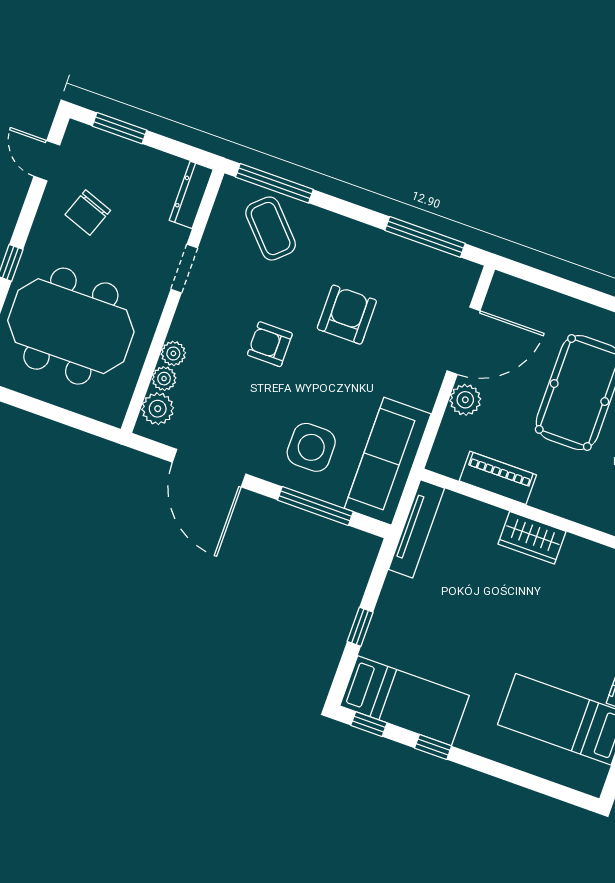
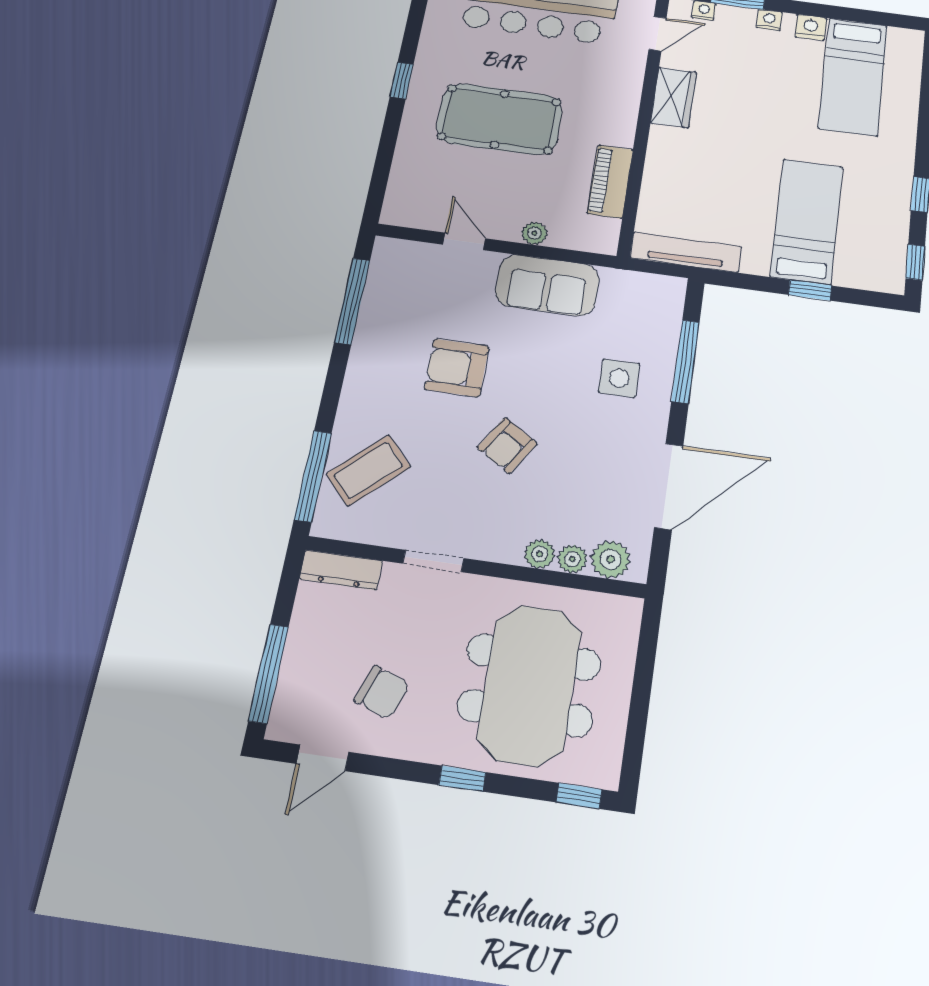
window: (120, 128) -> (269, 674), width x1.44
door: (464, 341) -> (464, 241), width x0.53
armchair: (270, 344) -> (507, 446), turned 32
plant: (465, 400) -> (534, 233), width x0.73, depth x0.73
side table: (311, 447) -> (619, 378), width x0.73, depth x0.73
sofa: (388, 461) -> (547, 285), moved, width x0.73
wardrobe: (532, 538) -> (674, 98), moved
bed: (405, 701) -> (807, 221), moved

